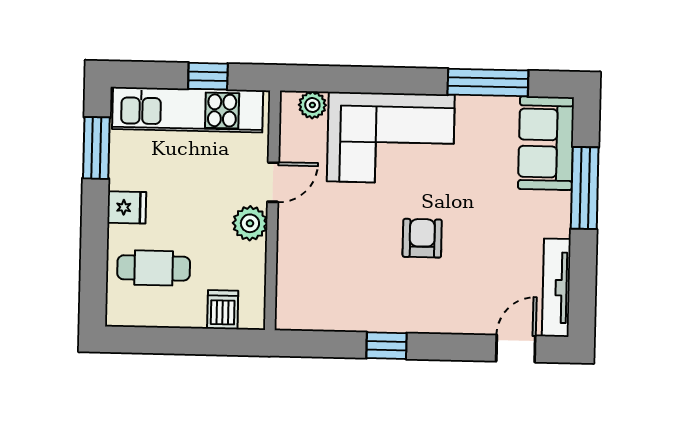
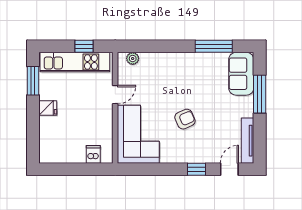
corner sofa: (391, 138) -> (138, 134), moved, turned -90
plant: (250, 223) -> (105, 114), removed
armchair: (422, 238) -> (185, 119), turned 66
cafe table: (154, 268) -> (61, 136), removed
window: (387, 346) -> (197, 169), moved

